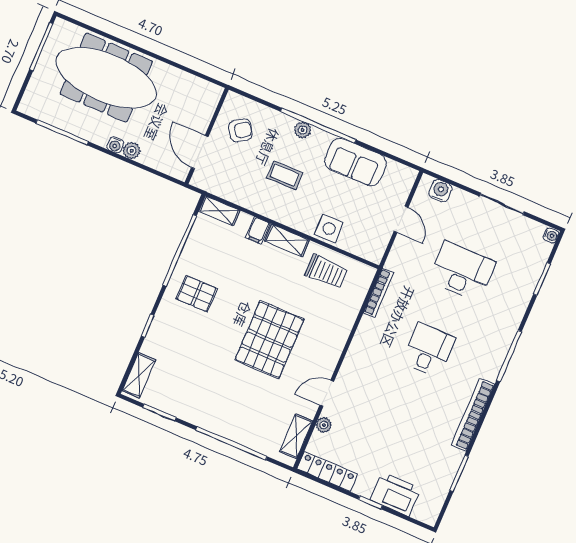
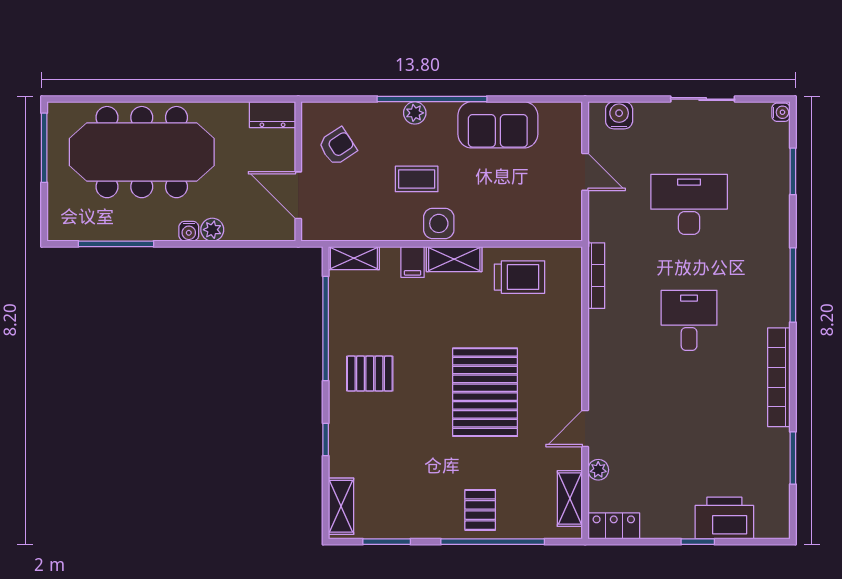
dresser: (206, 90) -> (272, 115), added
side table: (329, 229) -> (439, 223), moved
pallet: (232, 418) -> (480, 510), added
locker: (327, 471) -> (614, 526), width x0.66

